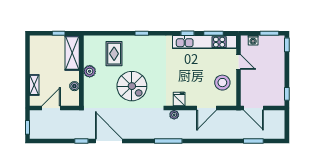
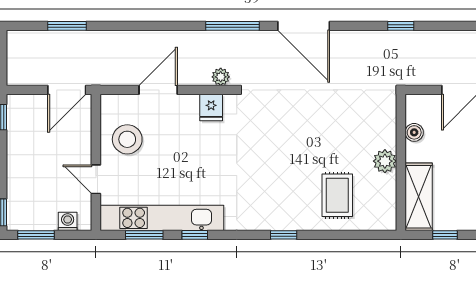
spiral stairs: (132, 86) -> (303, 132), removed
door: (253, 108) -> (67, 90), swing flipped
door: (109, 141) -> (304, 26), moved

